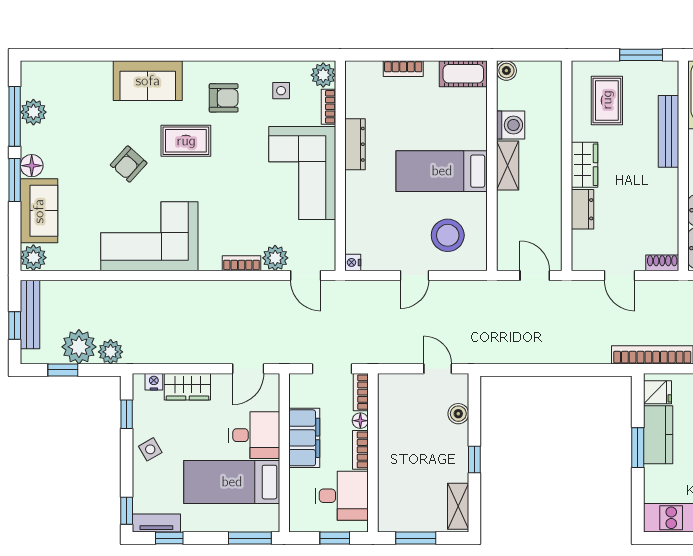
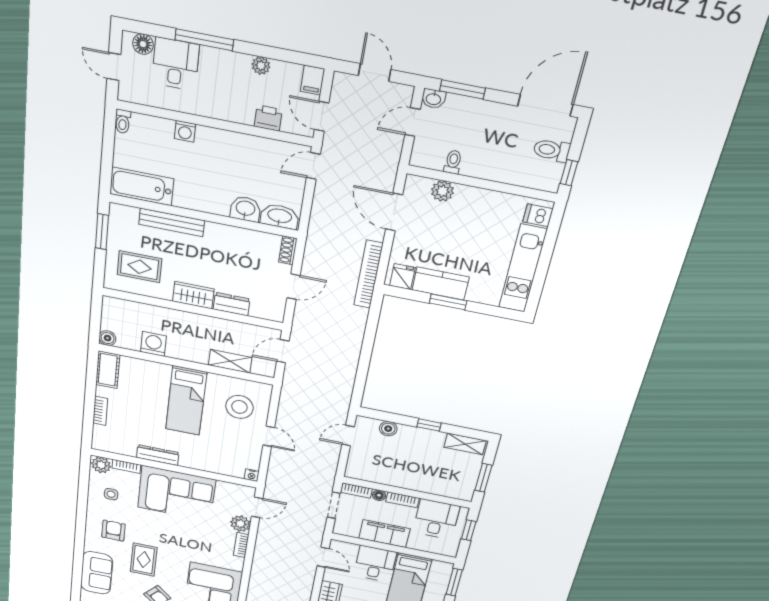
shelving: (508, 165) -> (230, 361), moved

